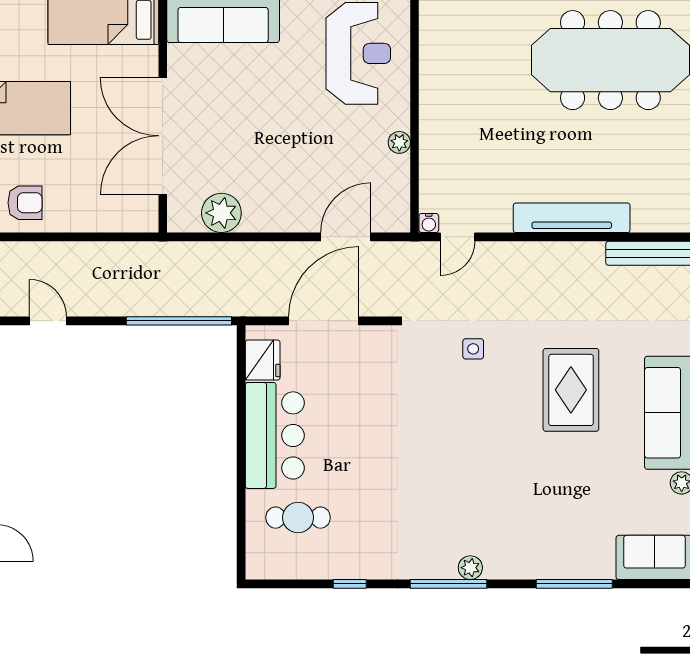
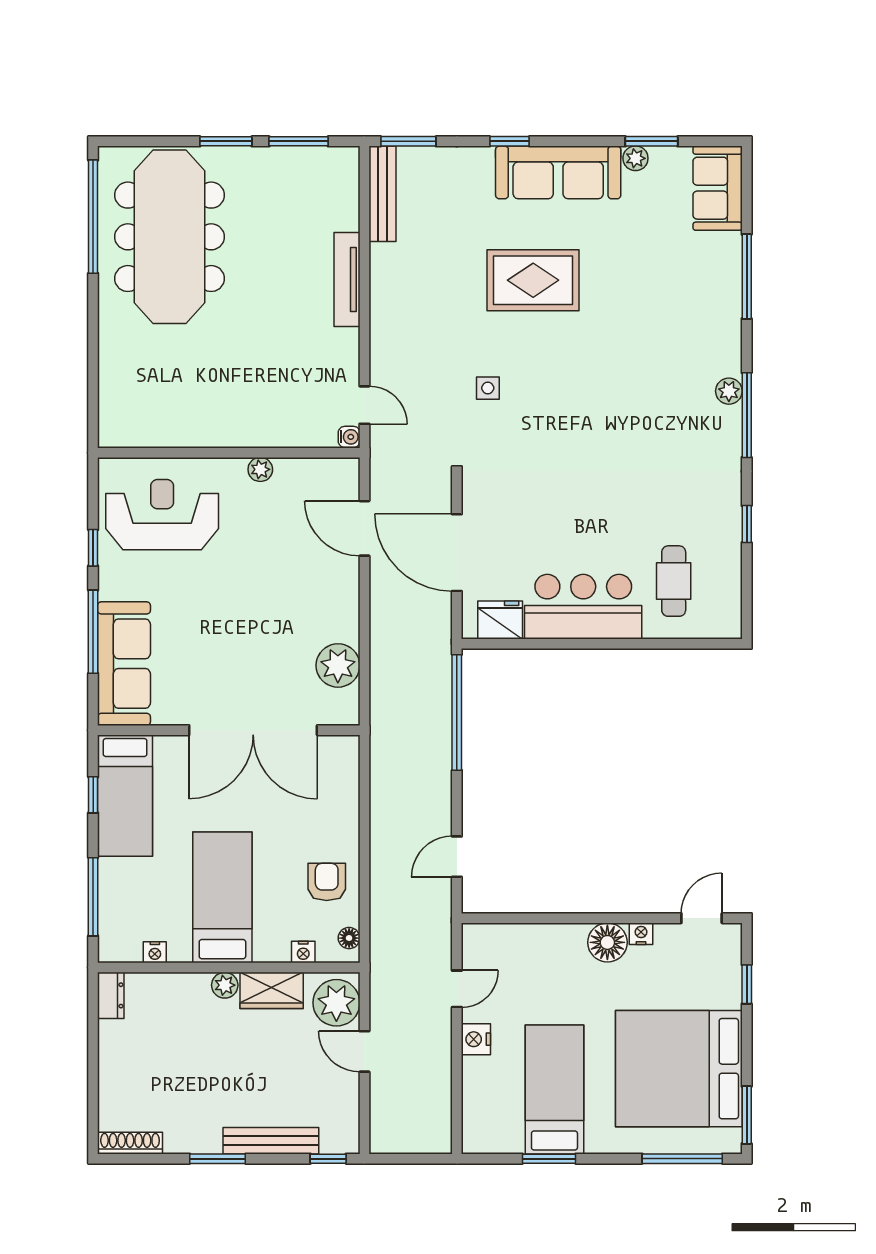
tv unit: (572, 218) -> (347, 279), width x0.73, depth x0.78

